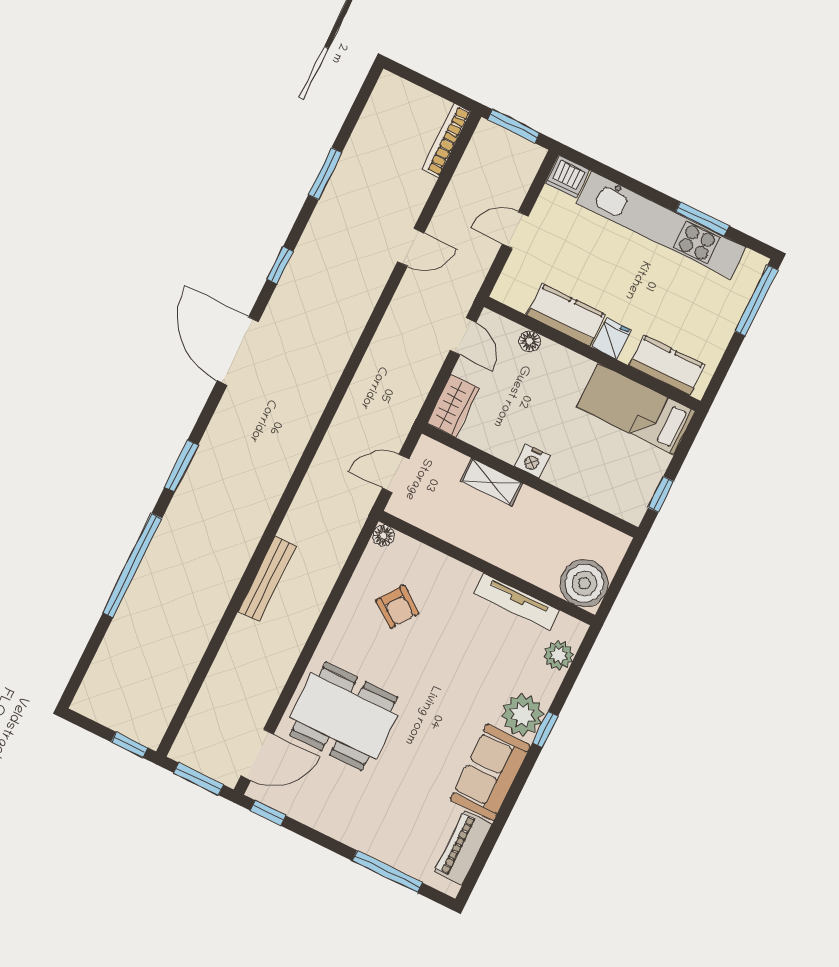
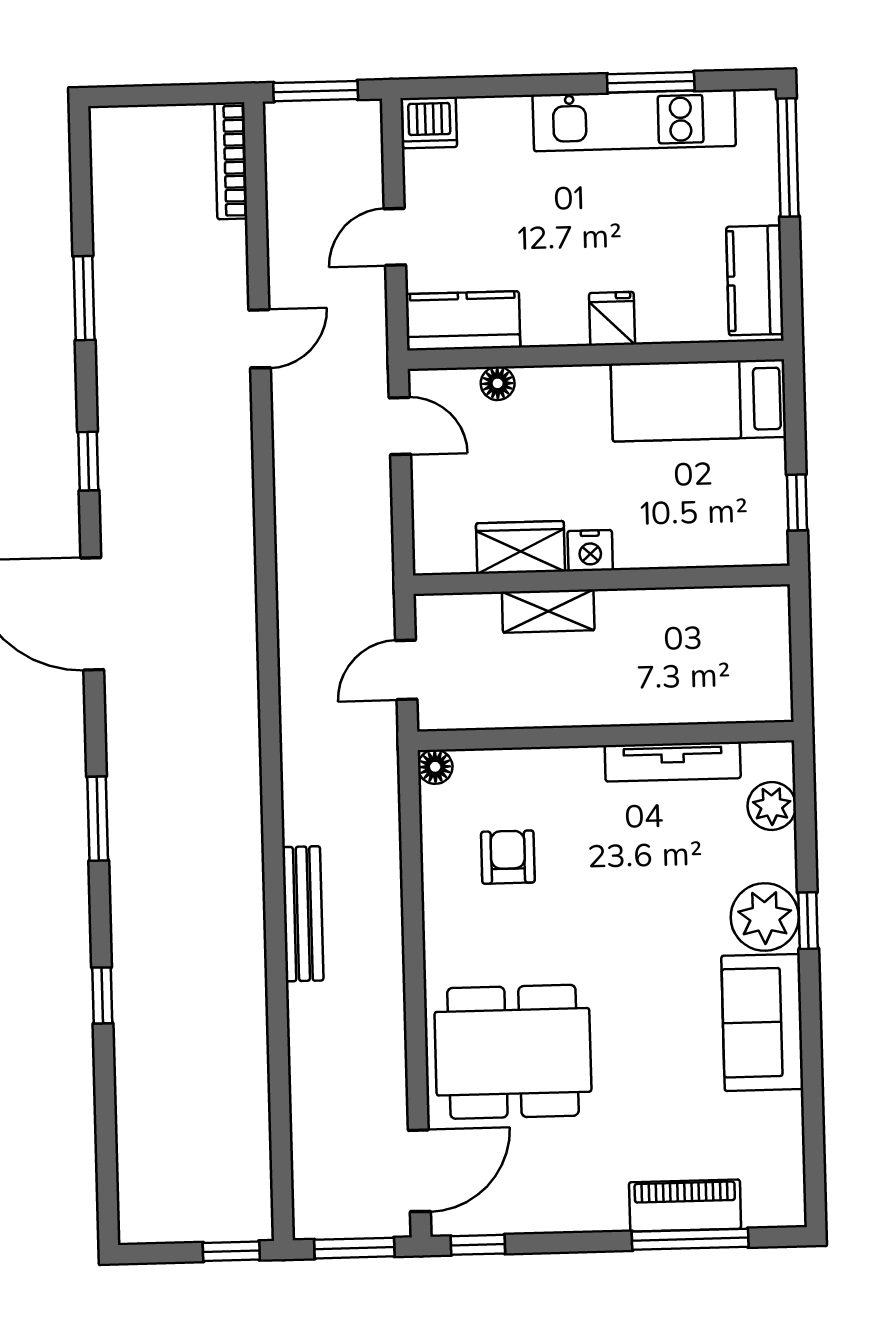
kitchen unit: (661, 225) -> (634, 120), width x0.73
kitchen counter: (566, 315) -> (463, 321), moved
kitchen counter: (667, 365) -> (755, 280), moved, turned -90
wardrobe: (453, 406) -> (521, 547), moved, turned -90
window: (132, 565) -> (102, 995), width x0.32
boiler: (584, 583) -> (755, 685), removed
armchair: (397, 607) -> (508, 857), turned -126
piano: (463, 848) -> (685, 1205), moved, turned 90

